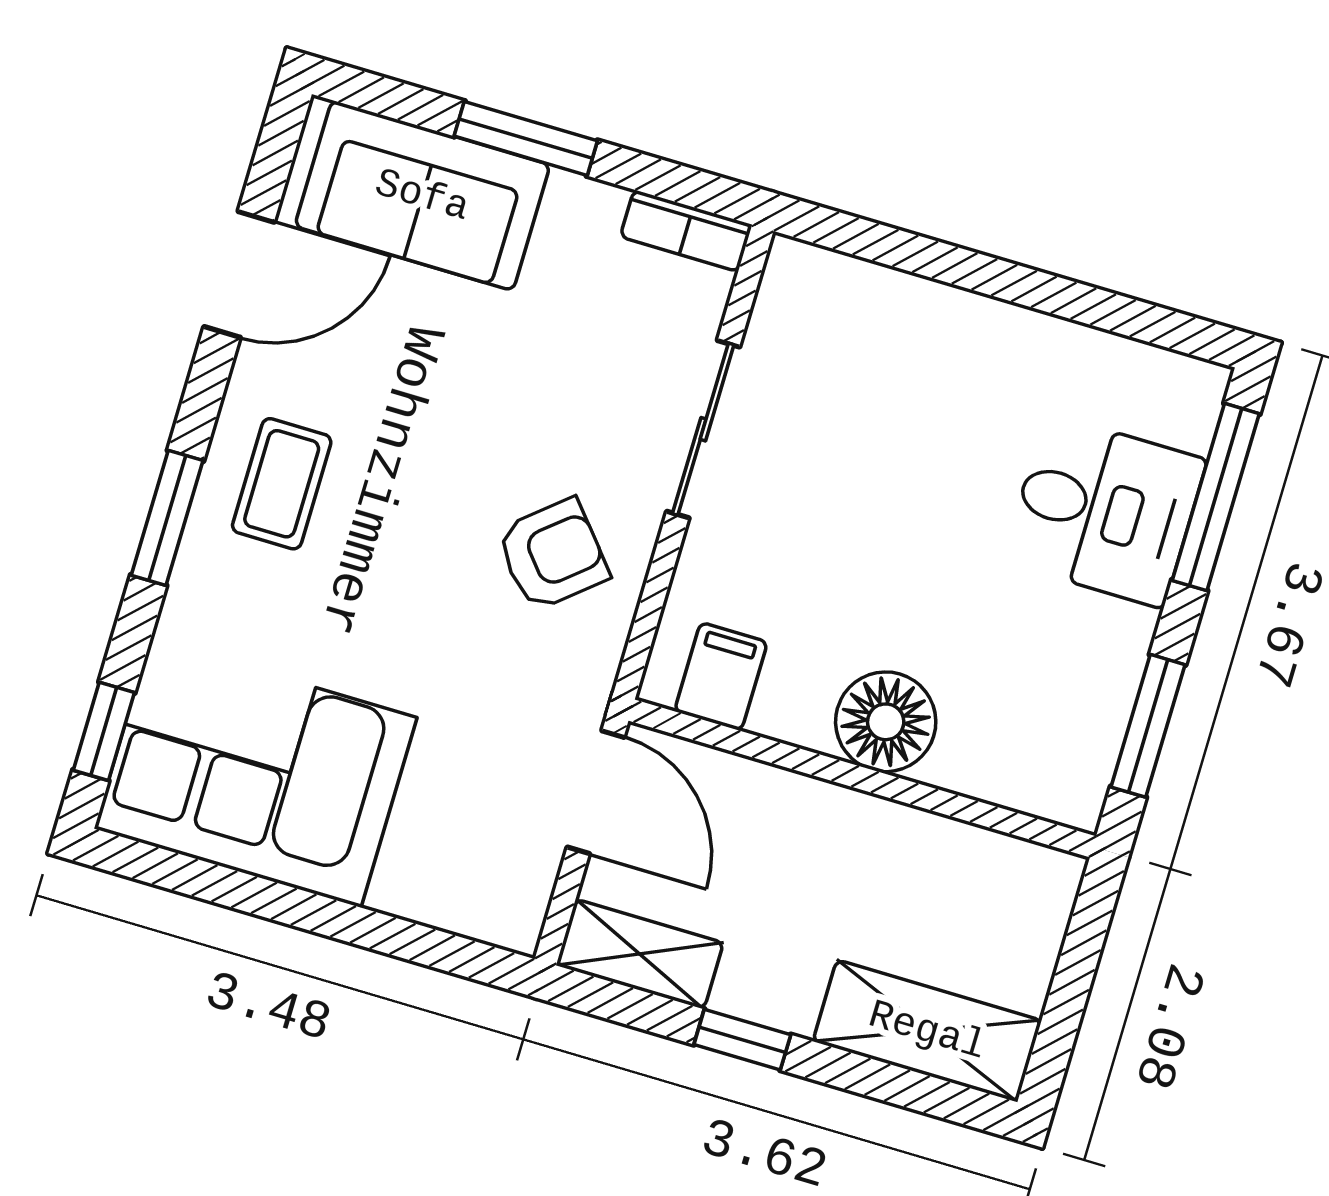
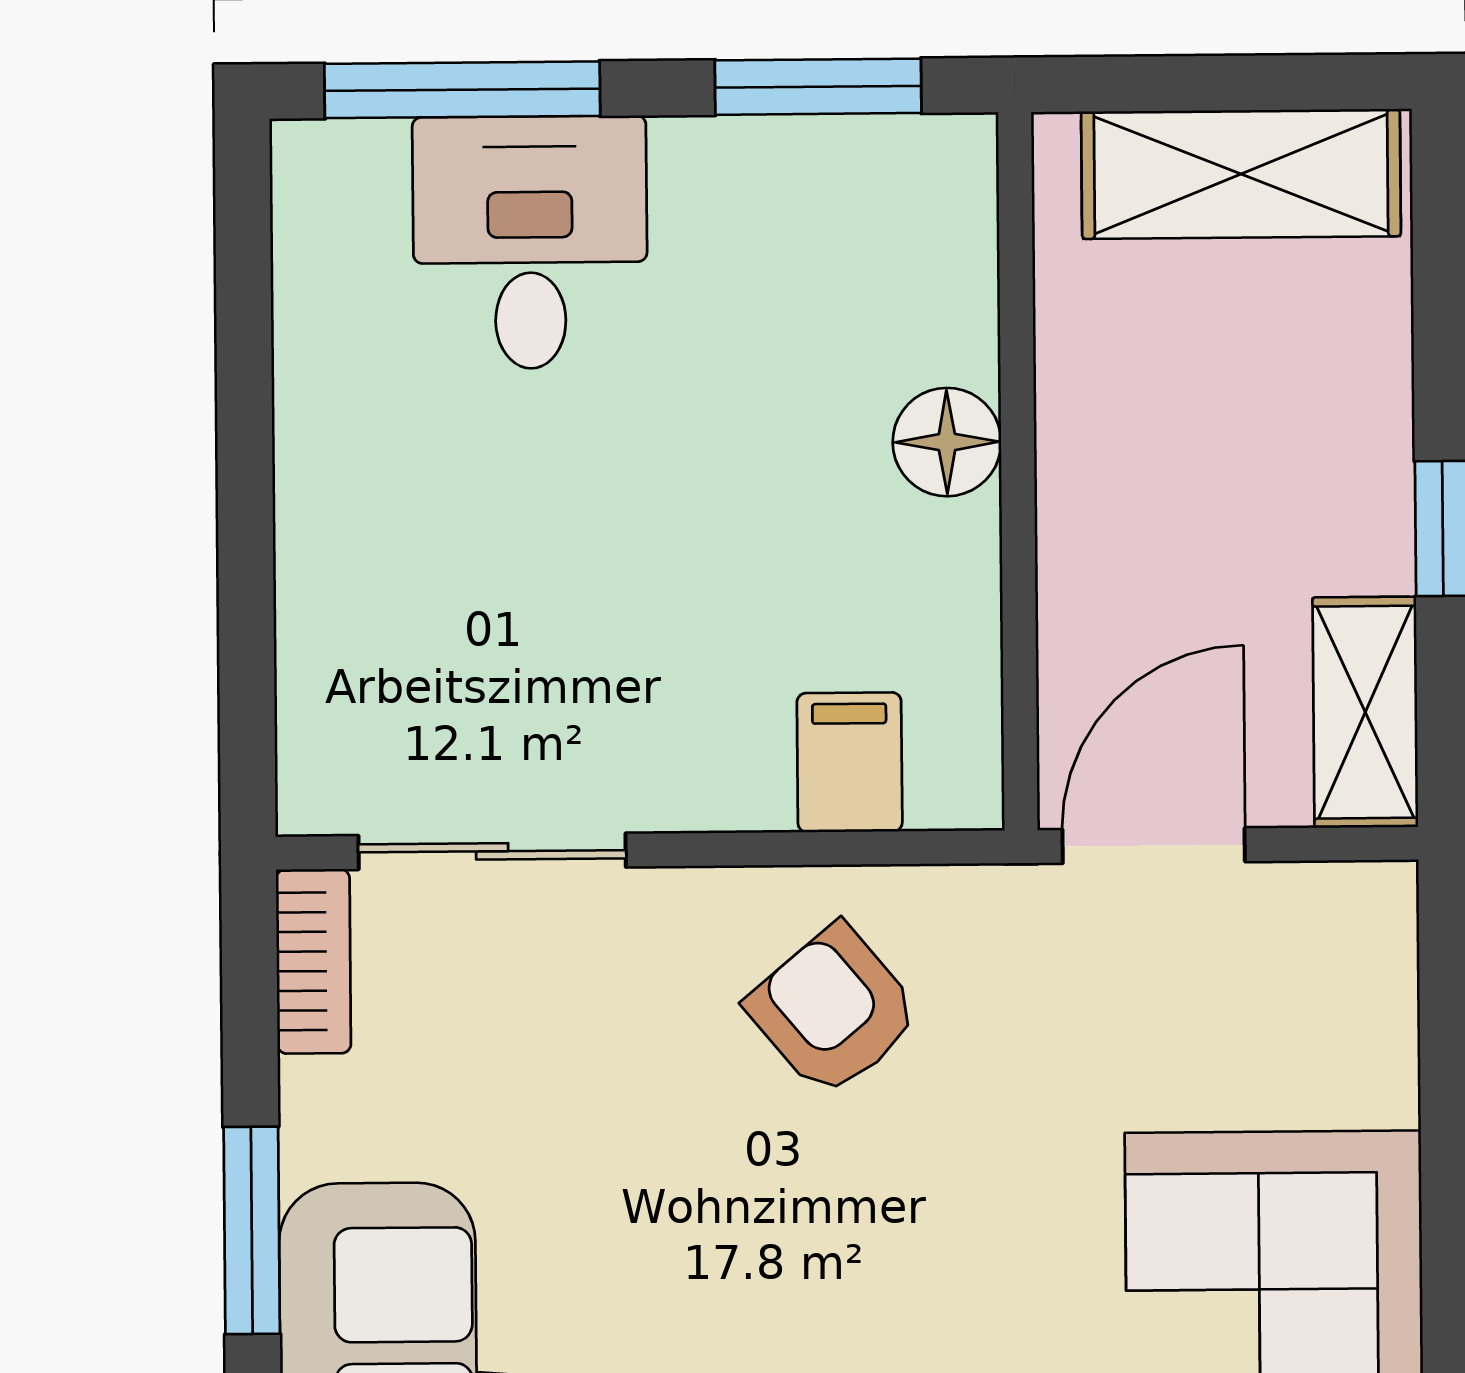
sliding door: (703, 429) -> (492, 851), moved
filing cabinet: (721, 677) -> (850, 762), moved, turned 90
floor lamp: (886, 722) -> (947, 442), width x0.73, depth x0.73
shelving: (927, 1031) -> (1241, 174), moved, turned 90

